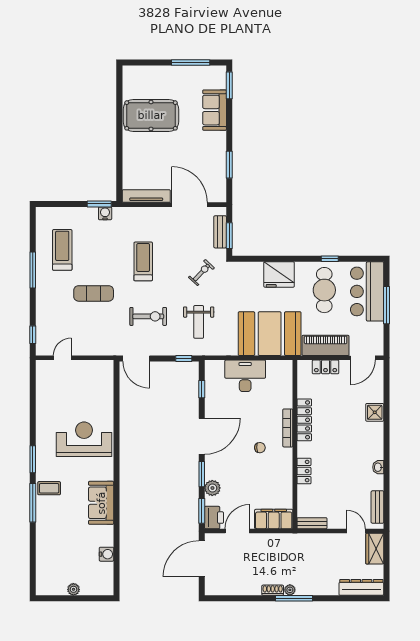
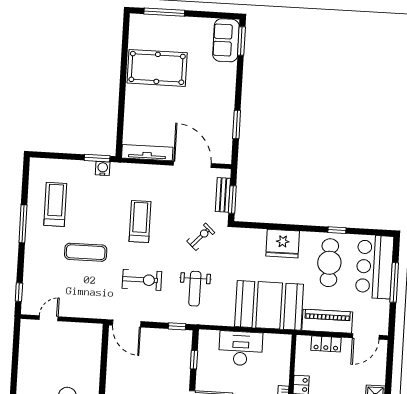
window: (191, 62) -> (164, 12), moved
sofa: (215, 110) -> (226, 40), moved

